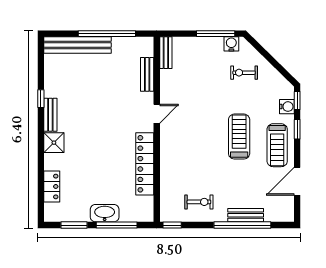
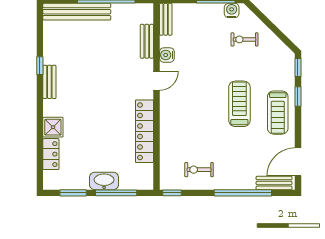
water cooler: (287, 107) -> (167, 55), moved, turned 180
shower: (54, 143) -> (53, 127), moved
door: (297, 181) -> (298, 162), moved
exercise bike: (199, 202) -> (199, 170), turned 180
bench: (246, 215) -> (274, 183), moved

